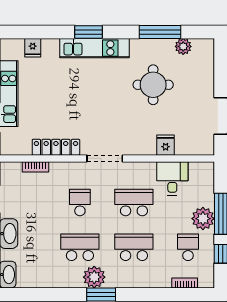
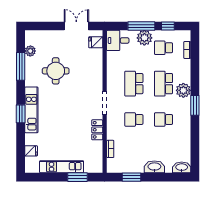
fridge: (166, 145) -> (96, 42), moved
locker: (56, 147) -> (97, 130), width x0.66
desk: (172, 178) -> (118, 40), moved
school desk: (80, 247) -> (164, 120), width x0.54
plant: (94, 277) -> (183, 90), moved

